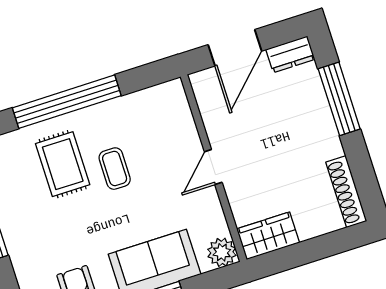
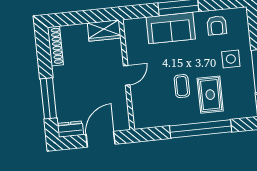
side table: (40, 233) -> (231, 59), added
plant: (222, 252) -> (132, 27), removed

